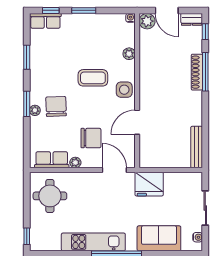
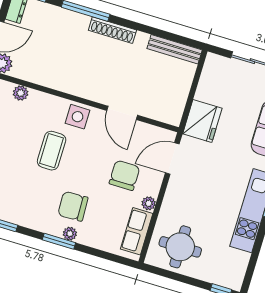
plant: (129, 54) -> (21, 93), moved
shoe rack: (197, 72) -> (112, 30), moved

